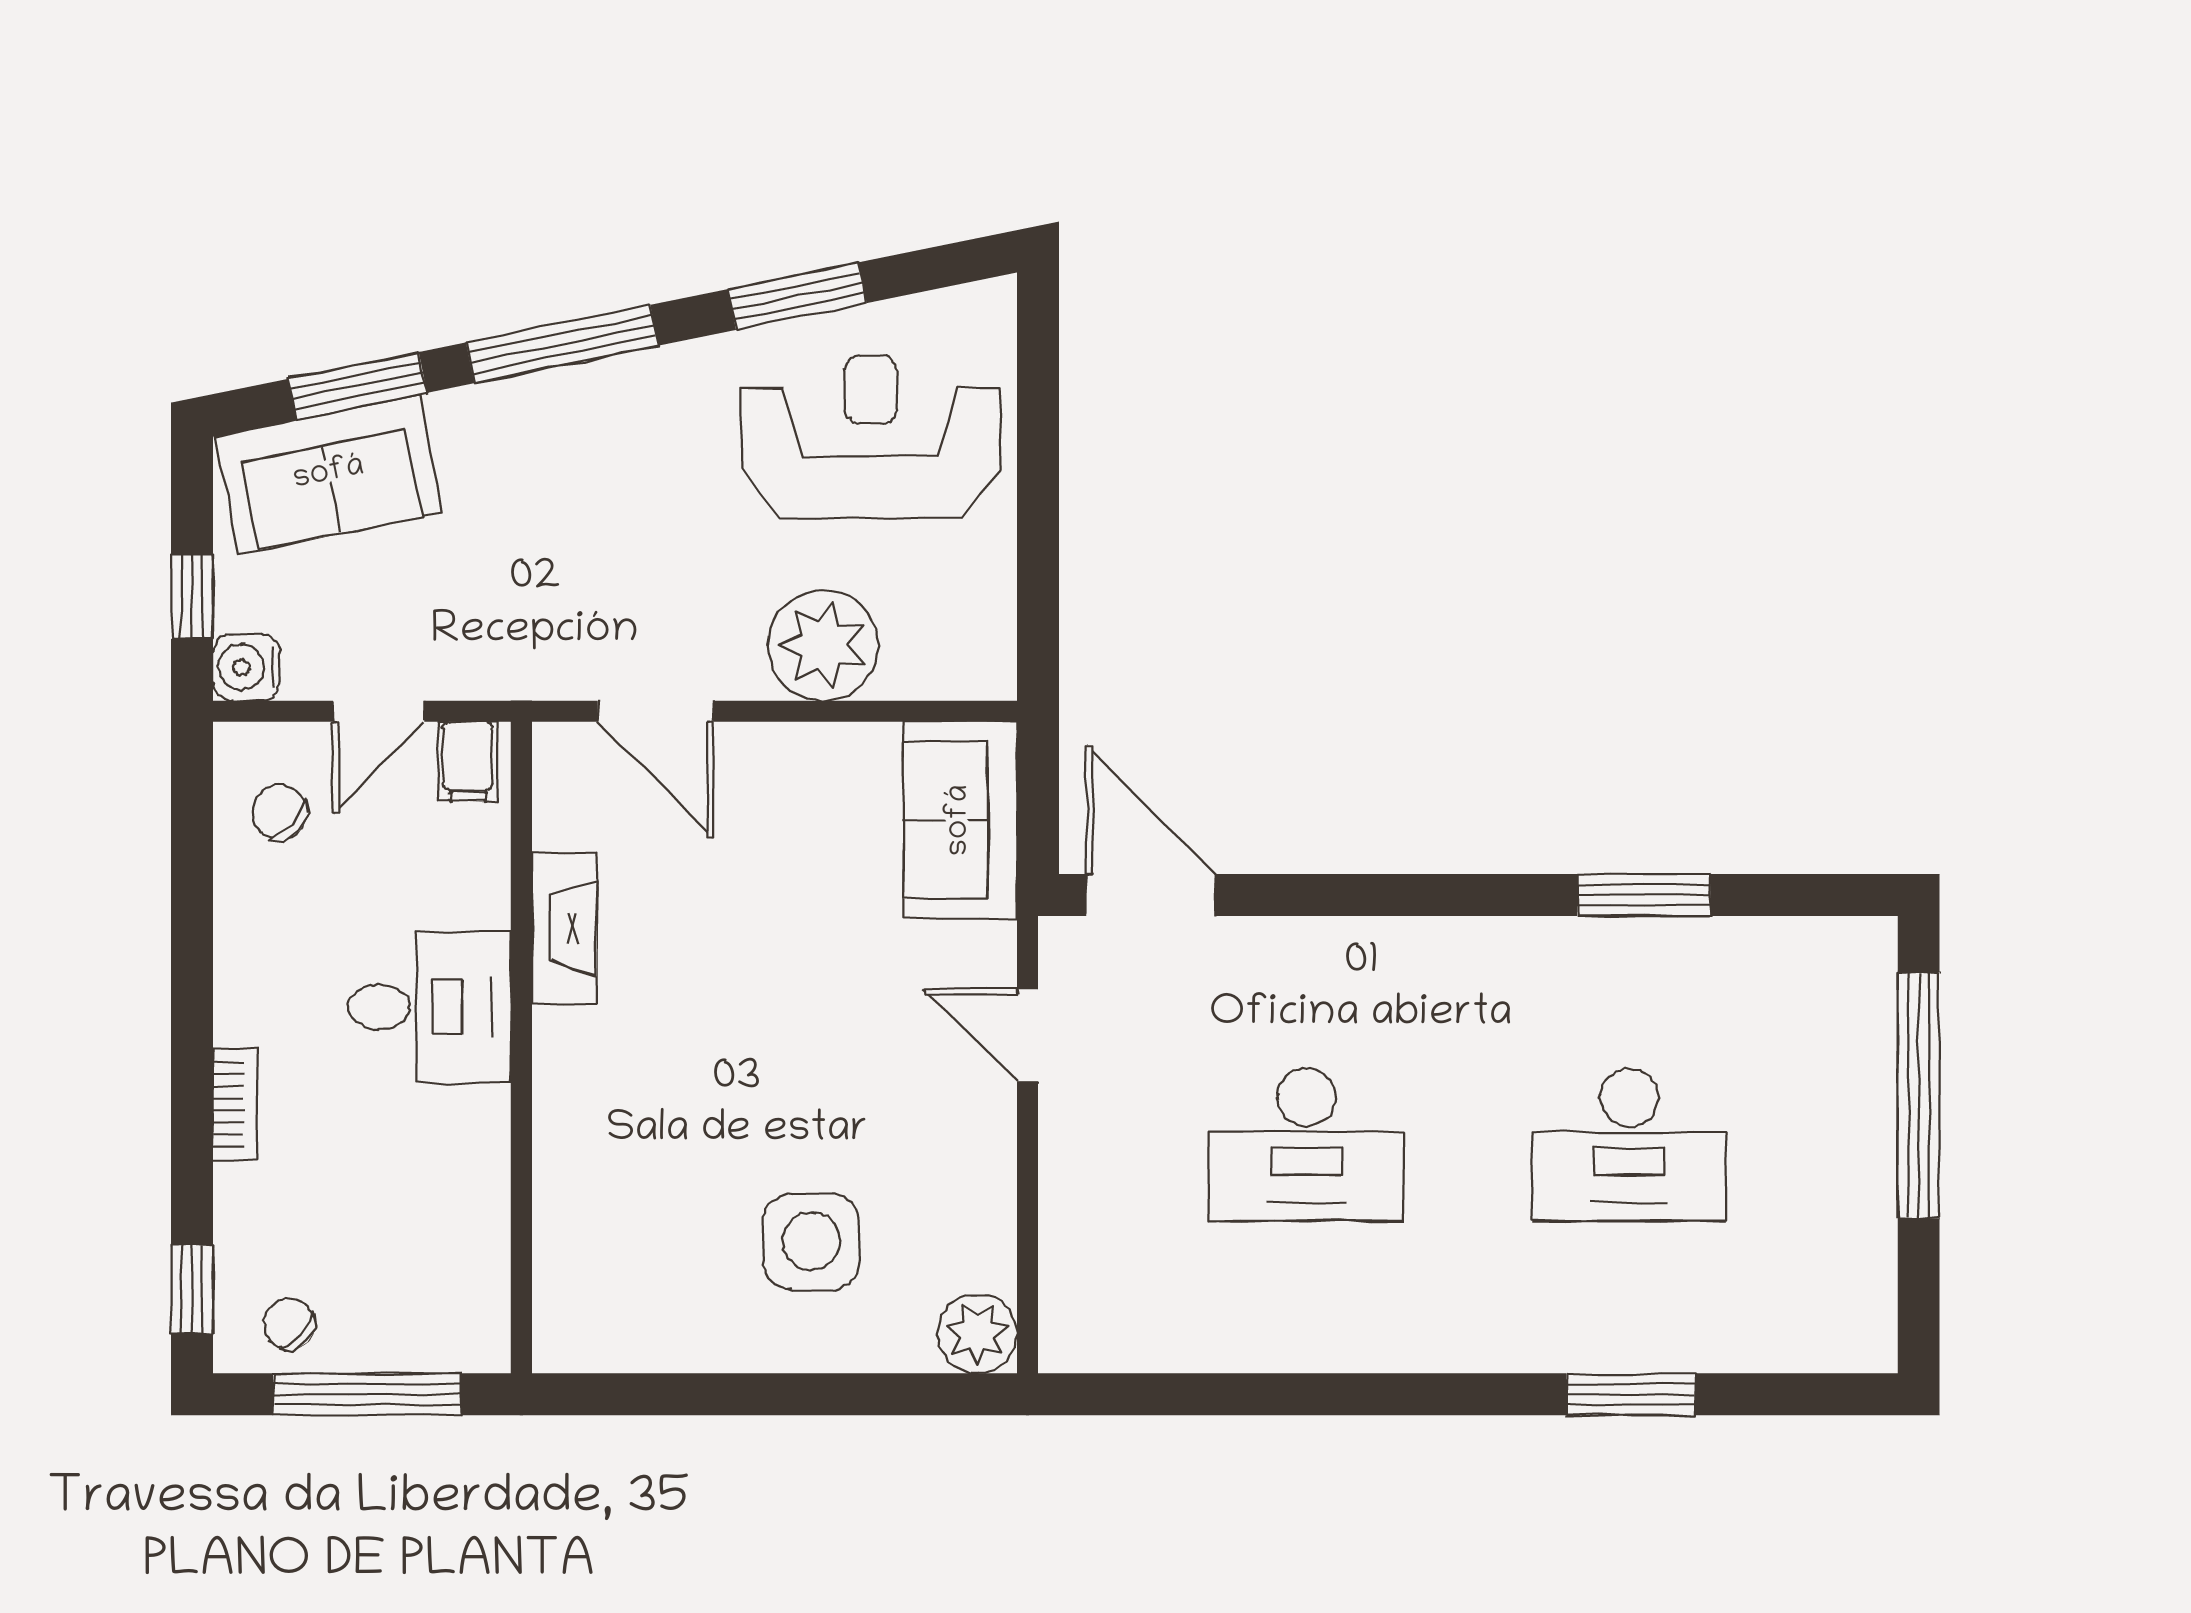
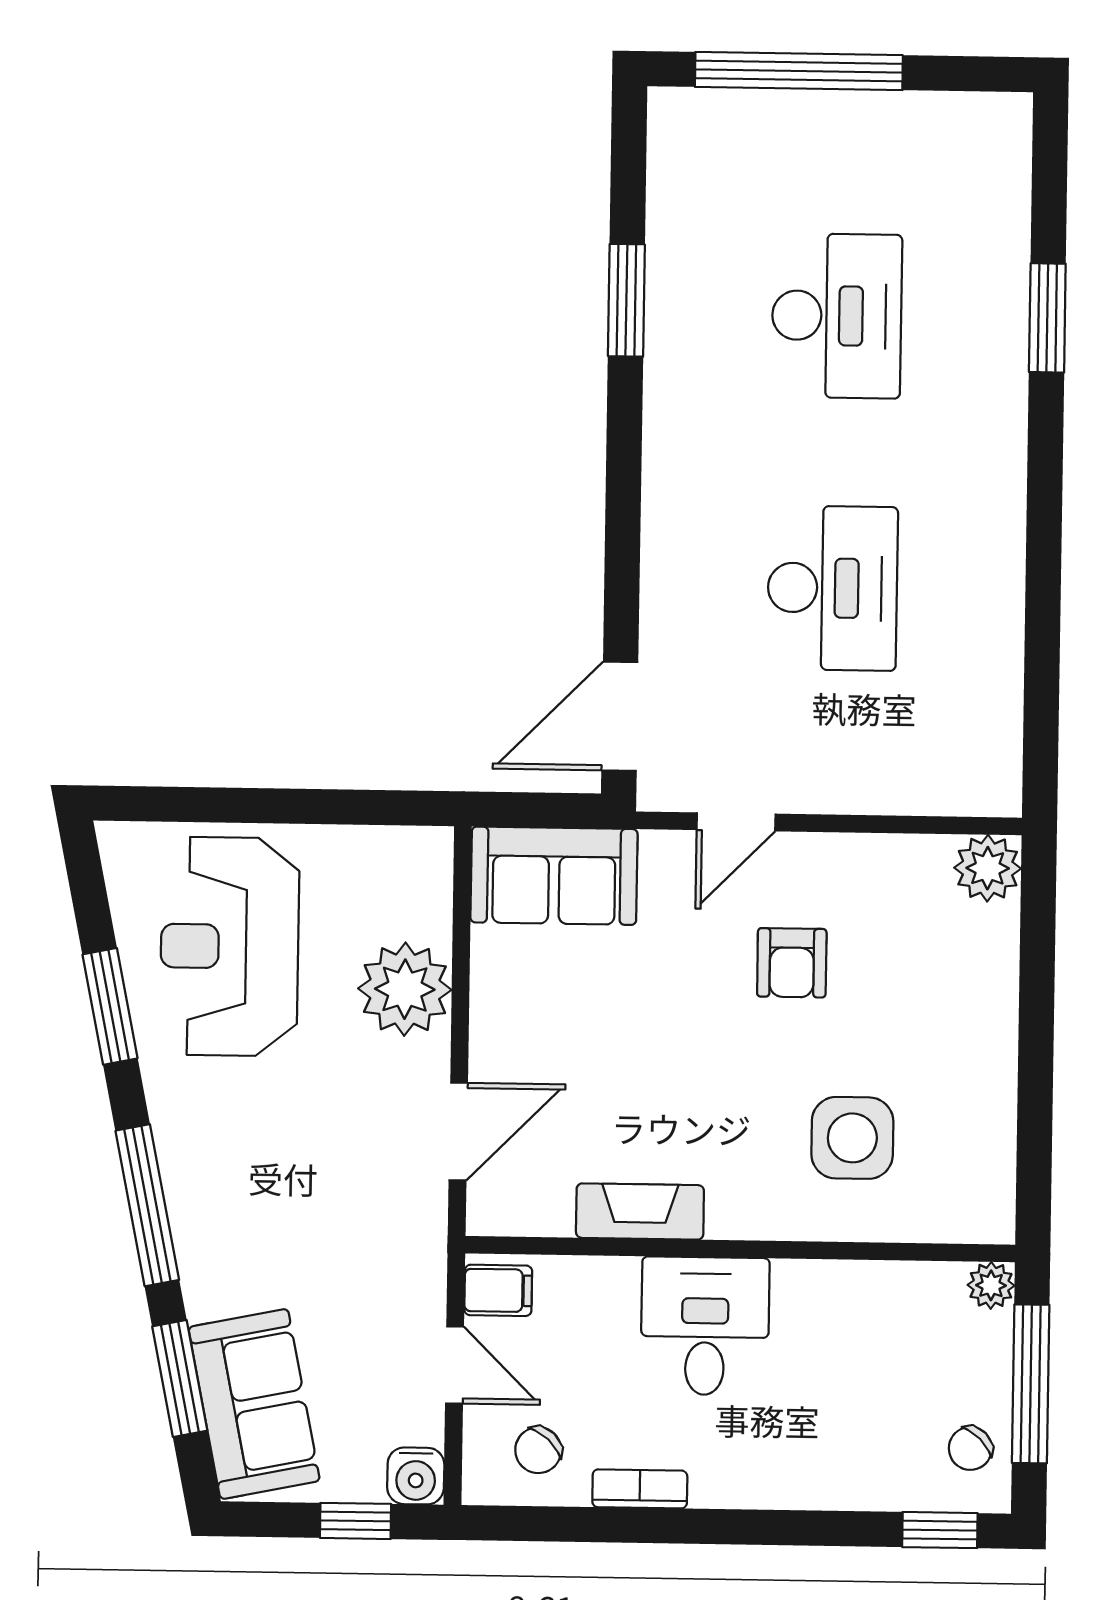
armchair: (862, 1103) -> (792, 963), added
bookcase: (235, 1105) -> (640, 1489), moved
side table: (811, 1241) -> (852, 1138), moved
plant: (483, 1345) -> (991, 1285), added

